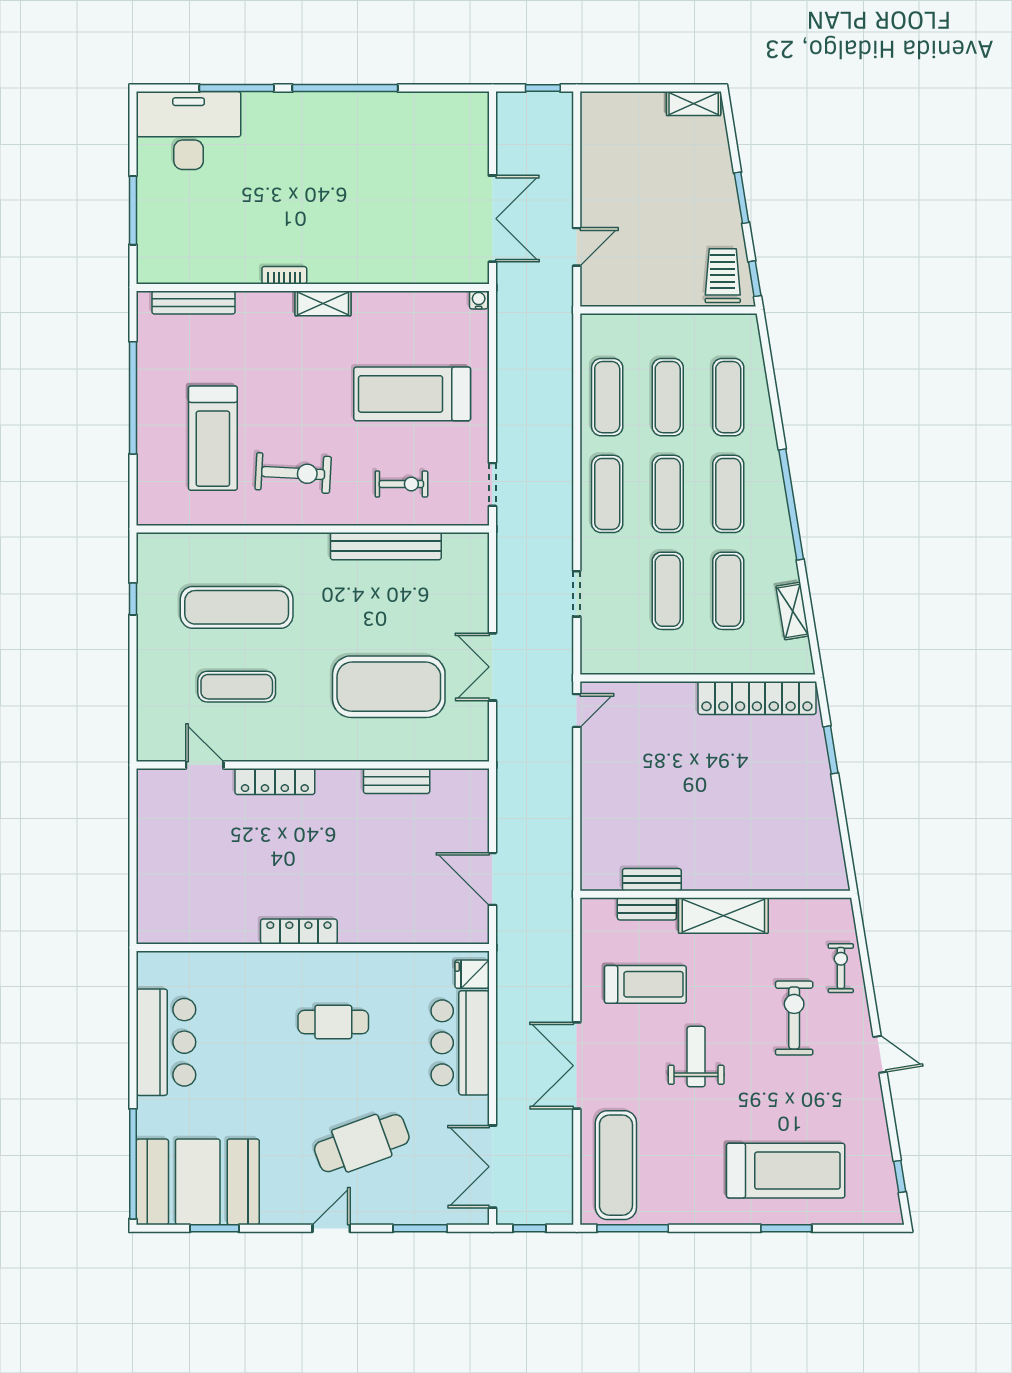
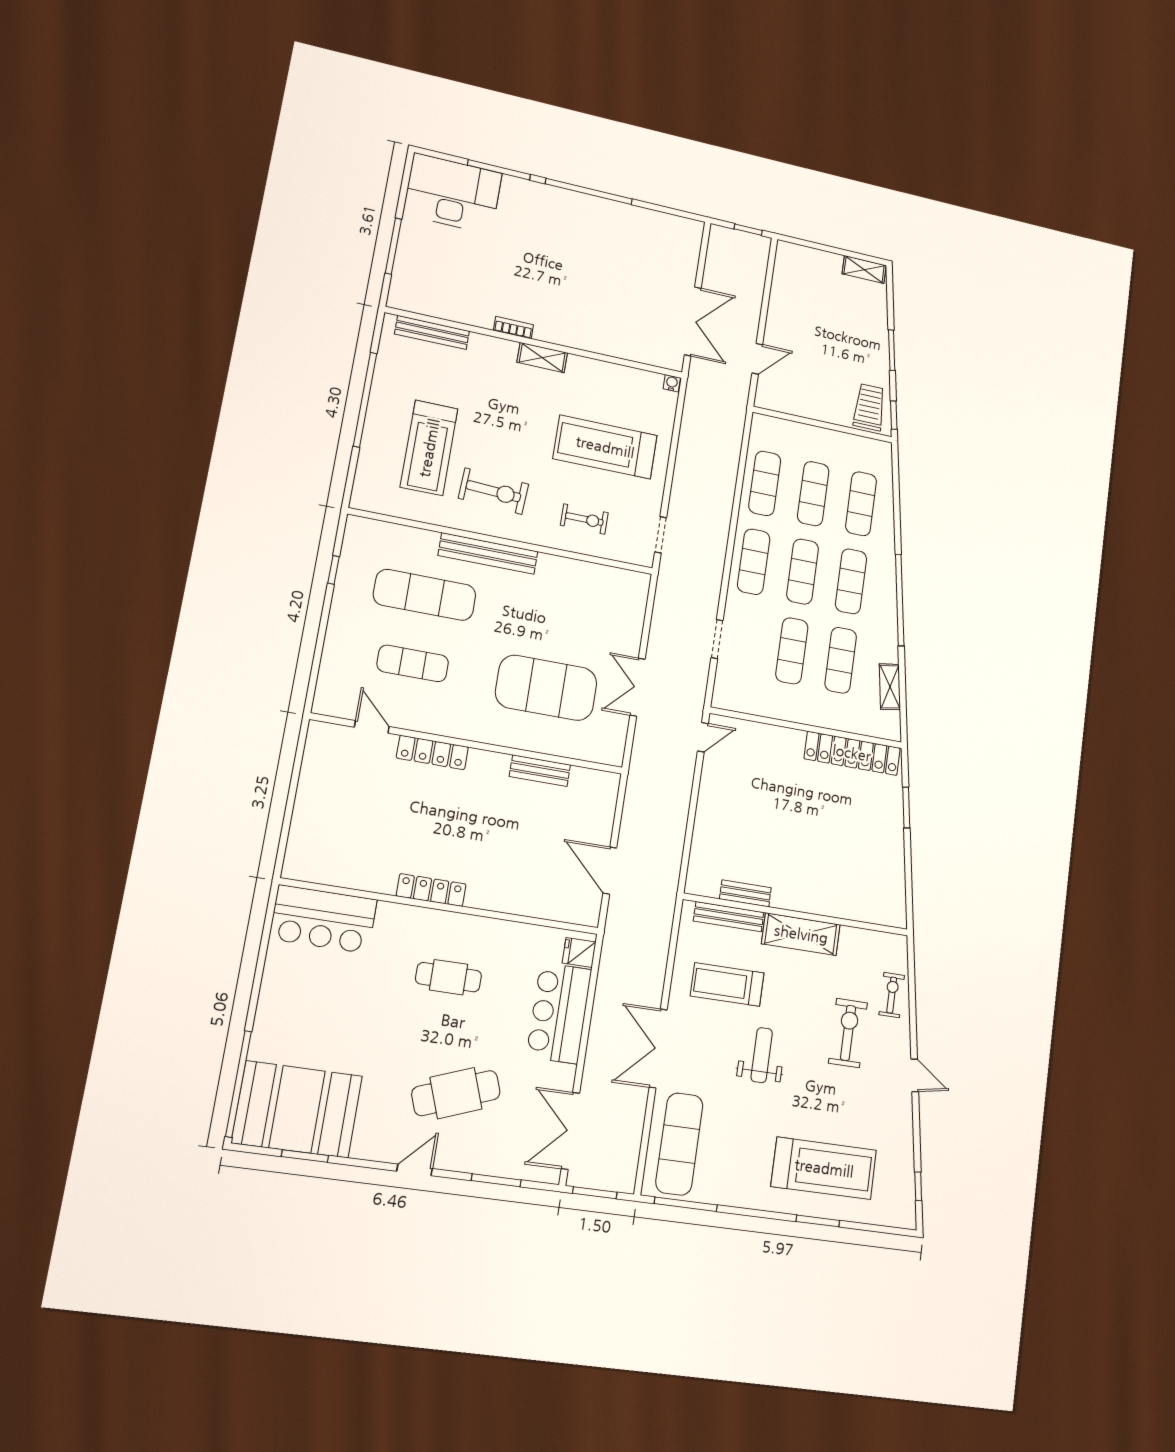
bench: (386, 546) -> (488, 553), moved
bench: (647, 909) -> (729, 917), width x1.36
treadmill: (645, 984) -> (727, 984), turned 180
bar counter: (166, 1042) -> (323, 919), moved, turned 90
window: (529, 1228) -> (595, 1193), width x1.50

